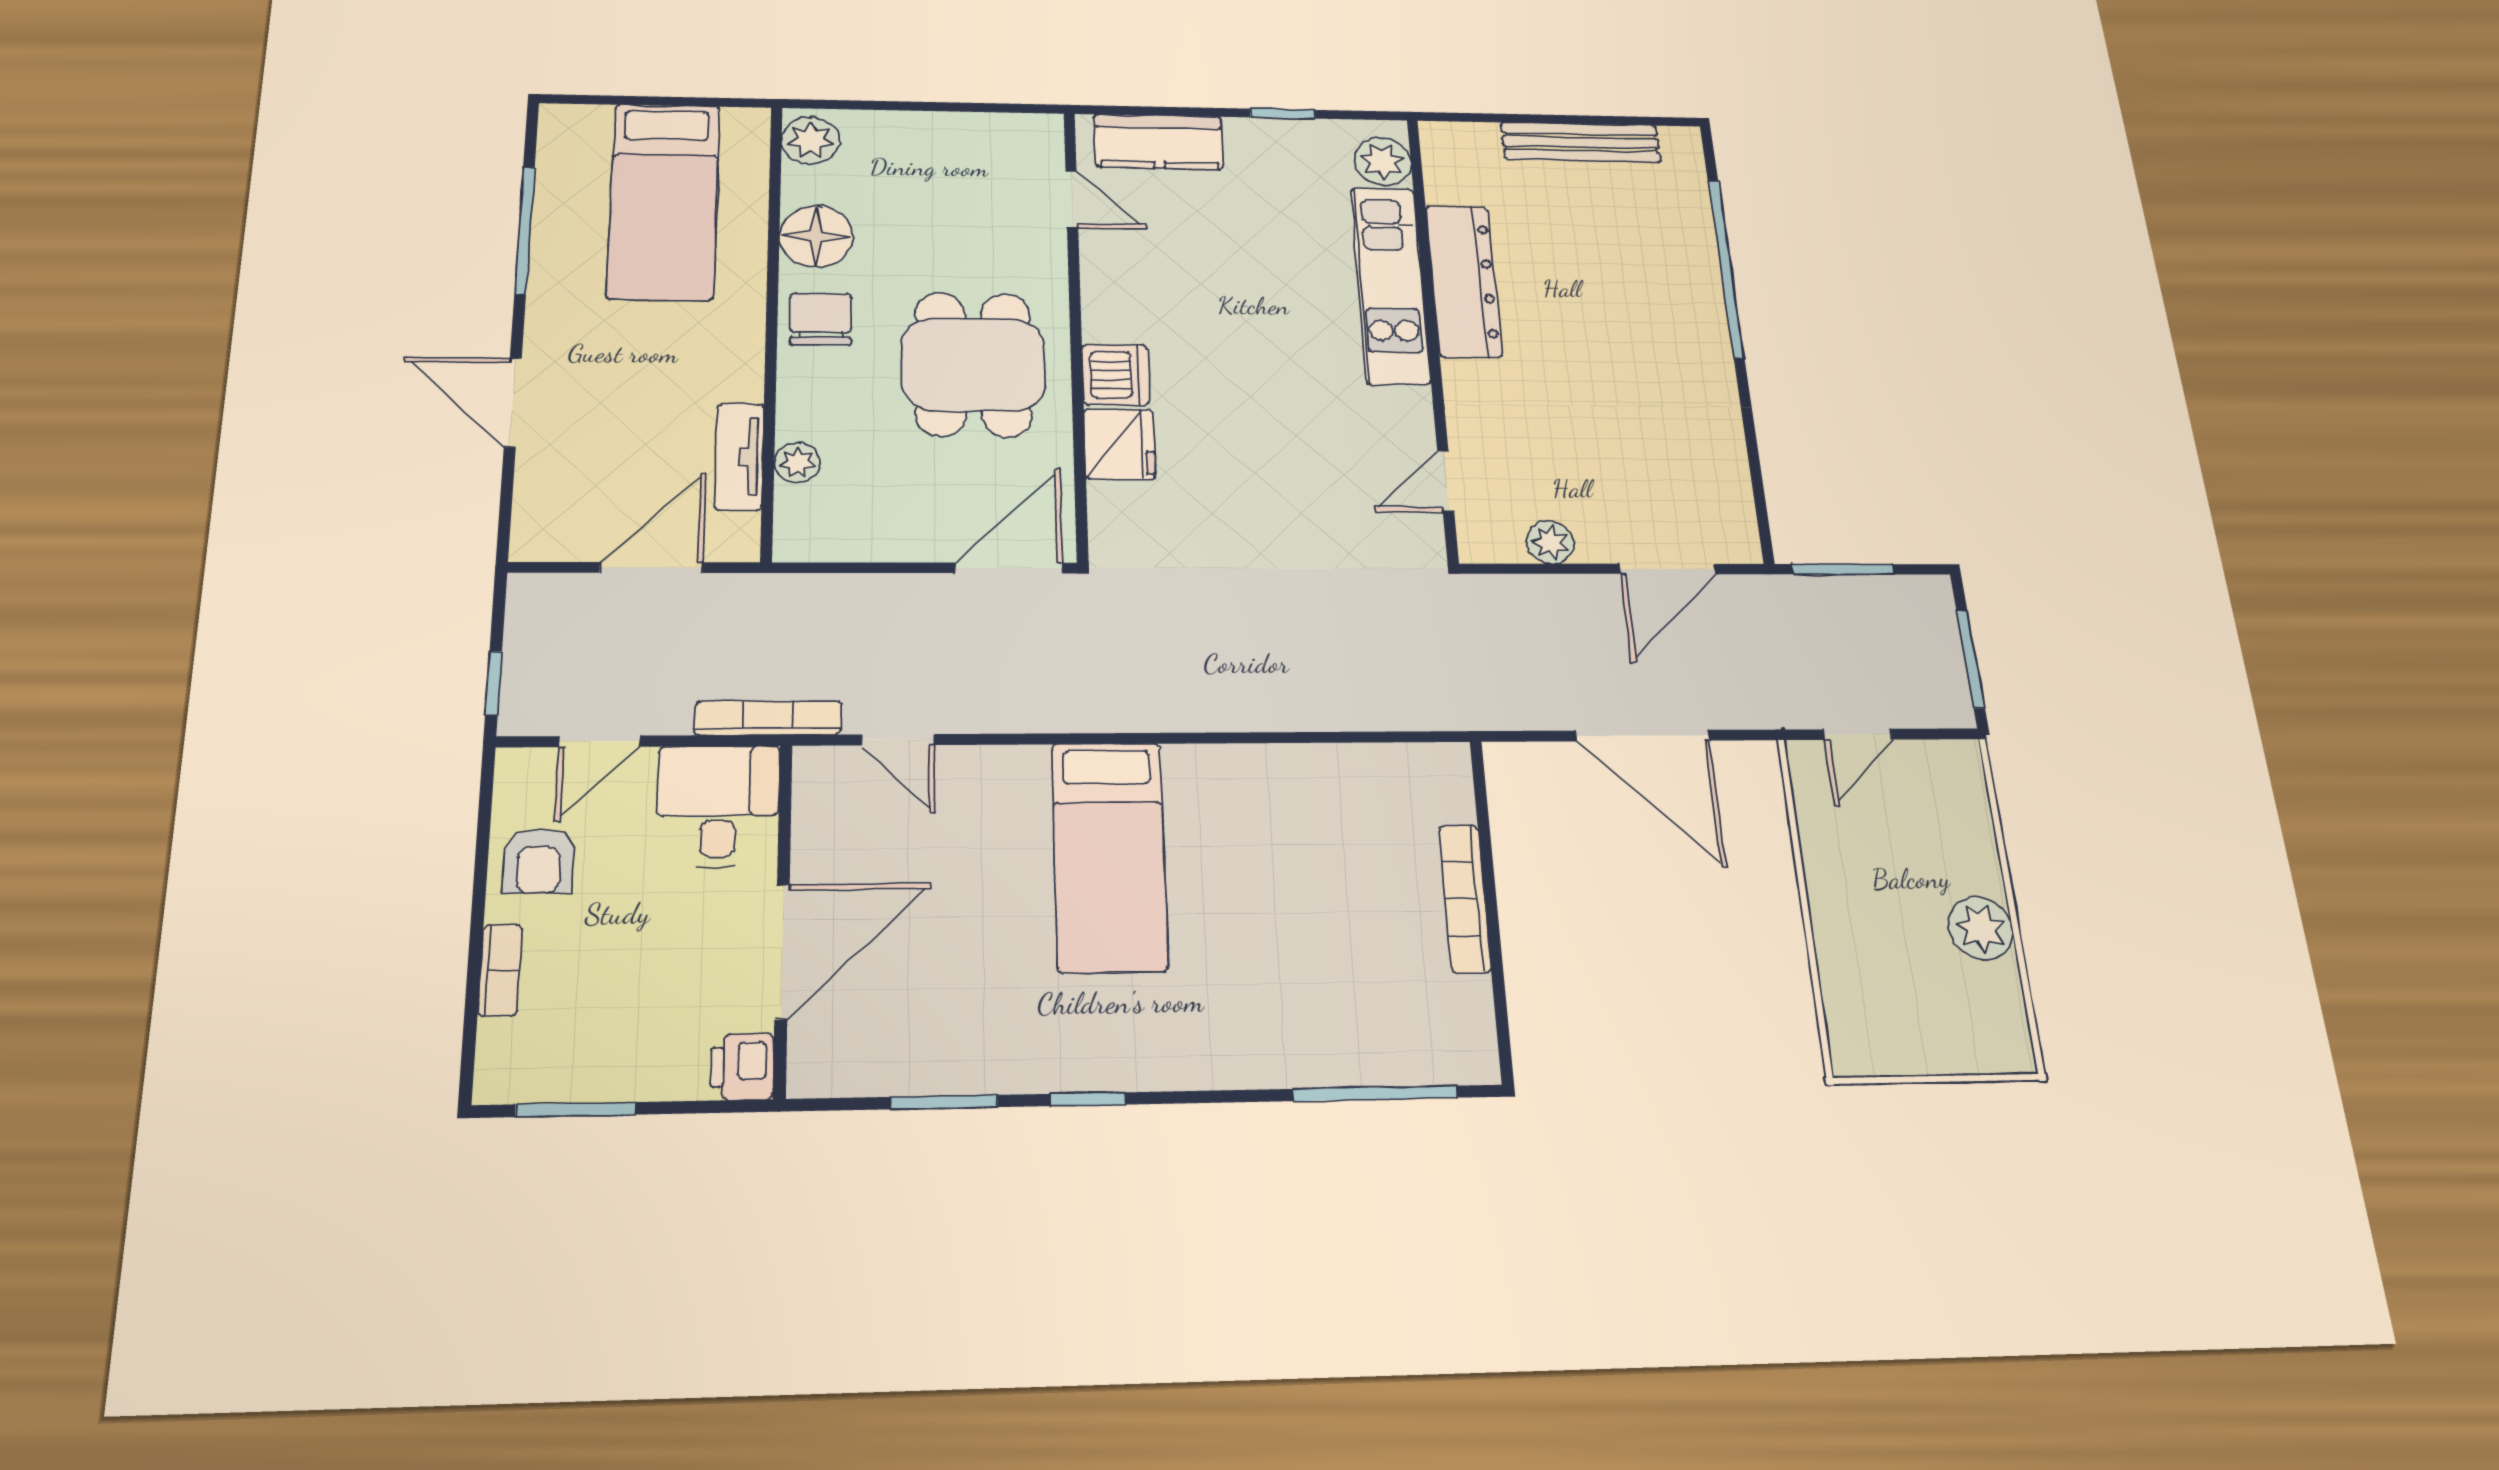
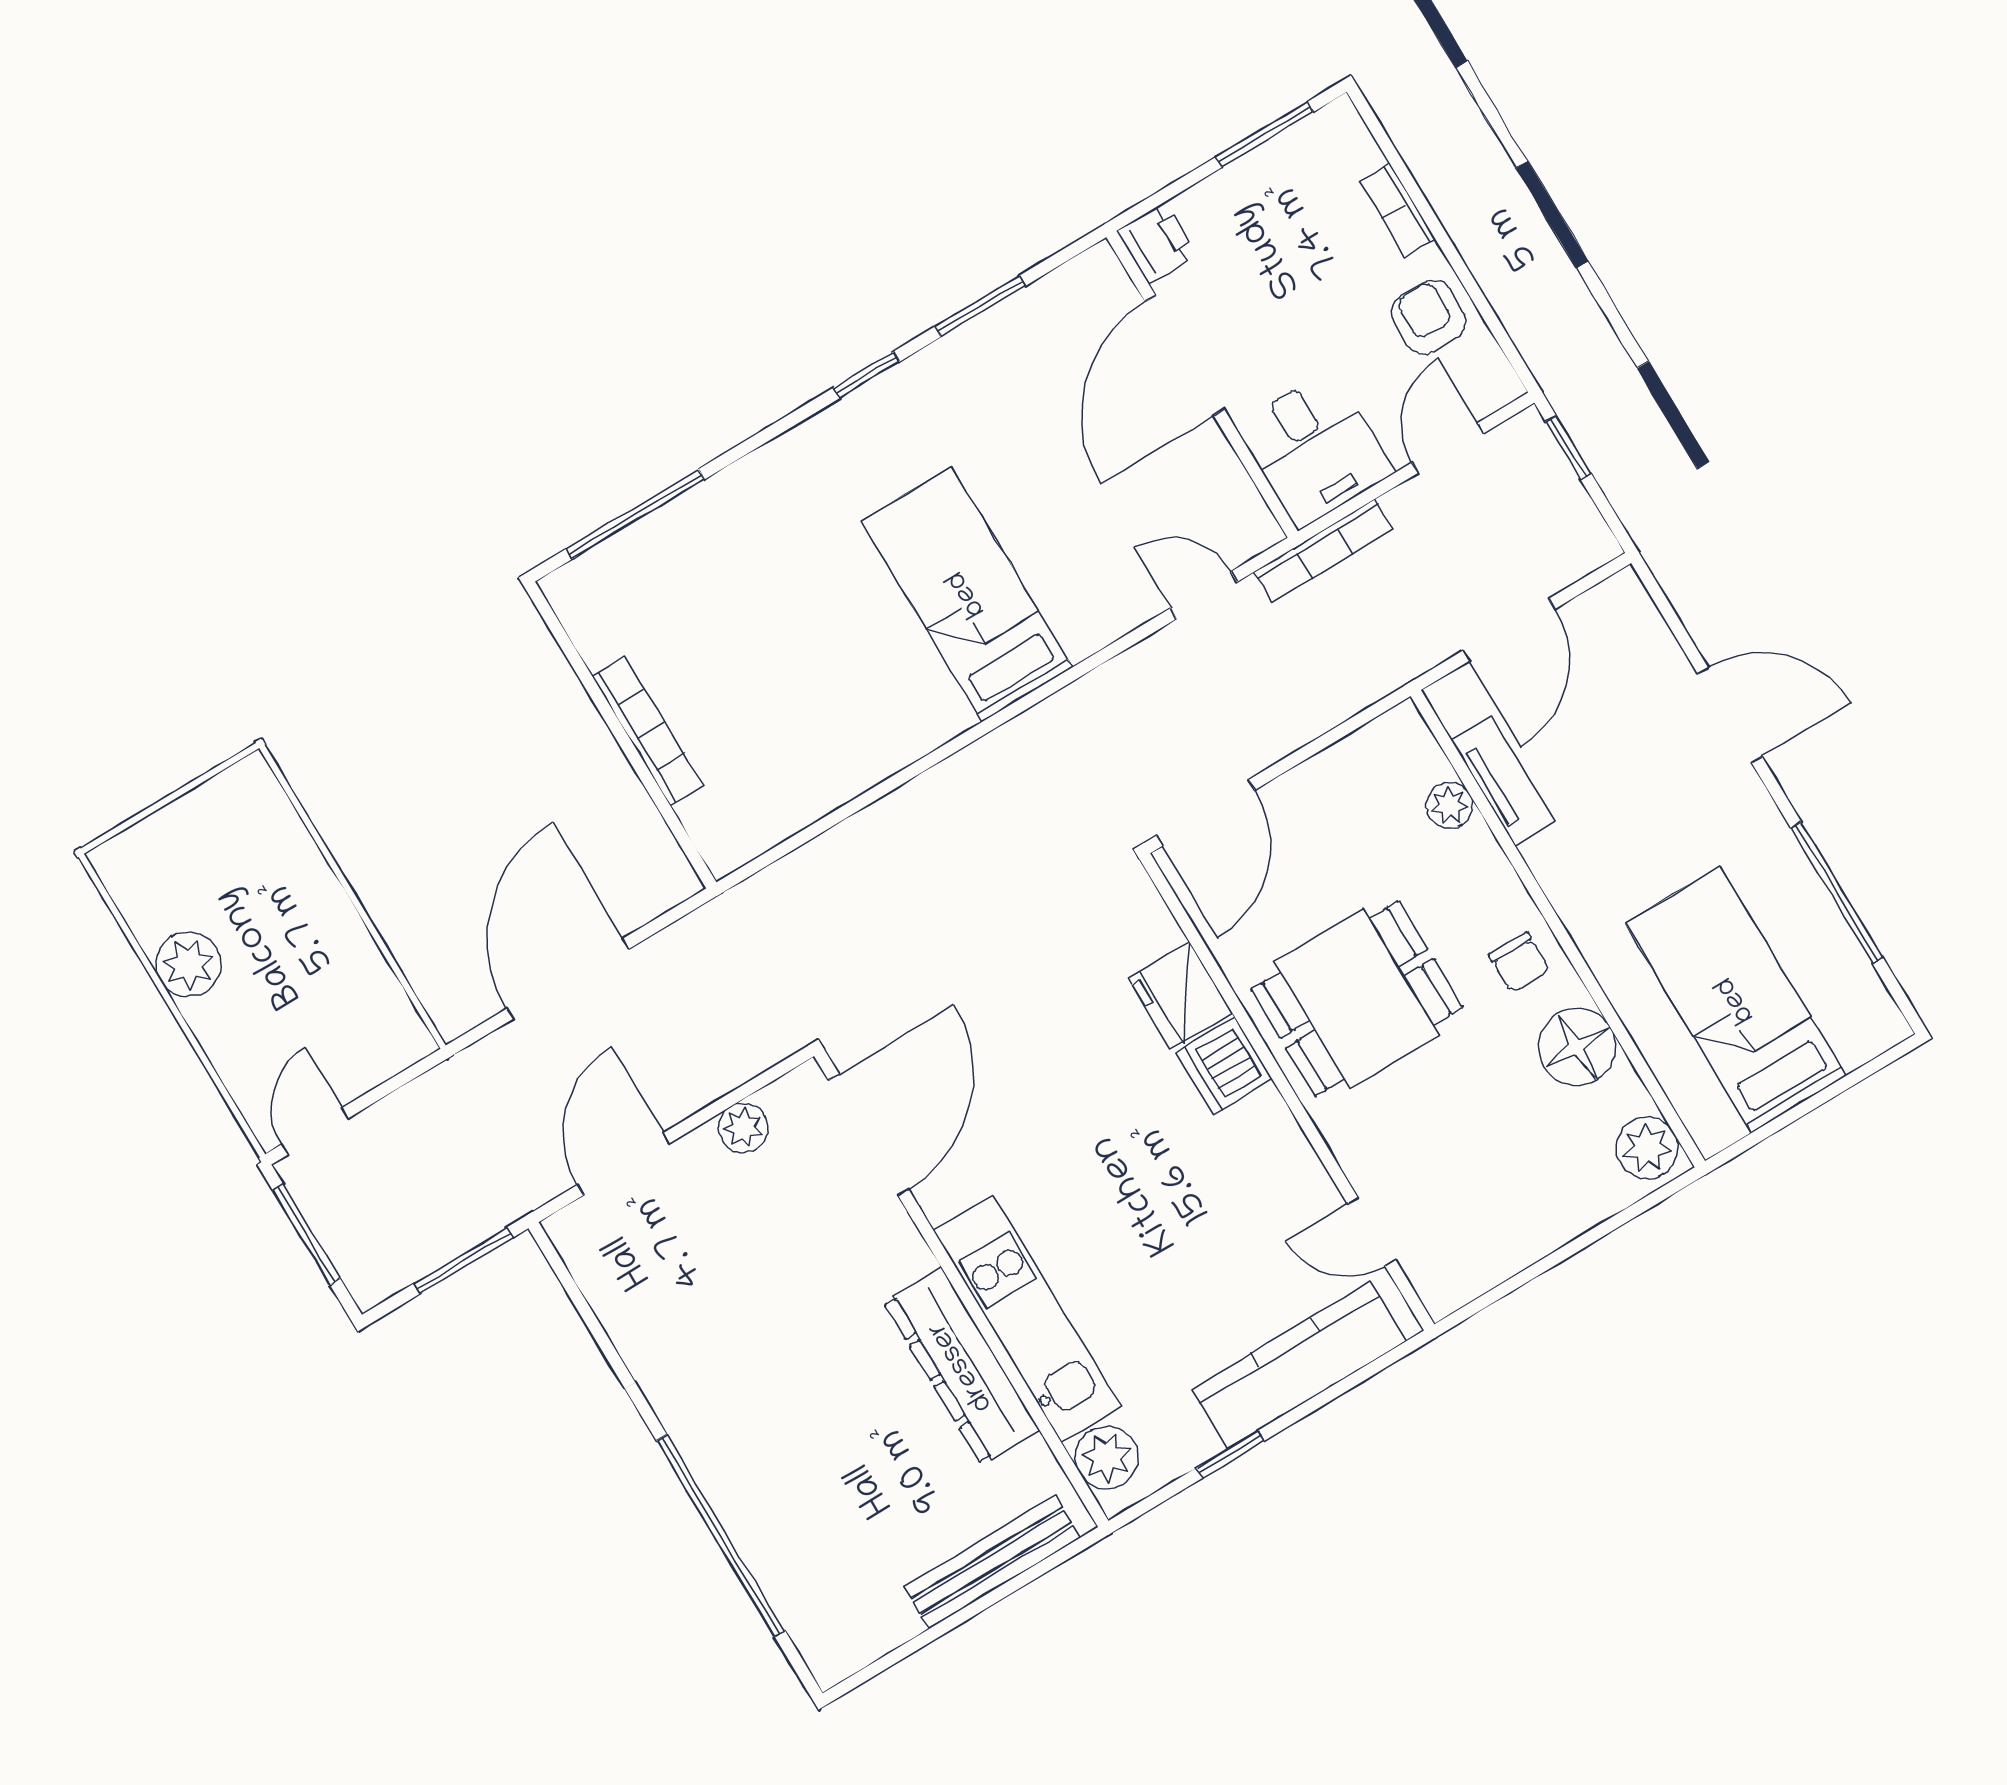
kitchen counter: (1159, 142) -> (1298, 1366), width x1.50
bench: (1581, 142) -> (992, 1562), moved
chair: (821, 319) -> (1519, 962), width x0.73, depth x0.73
dining table: (973, 365) -> (1357, 998), turned 90
door: (1446, 481) -> (869, 1135), width x1.88
door: (1857, 734) -> (315, 1131), moved
door: (1643, 736) -> (568, 979), hinge flipped

